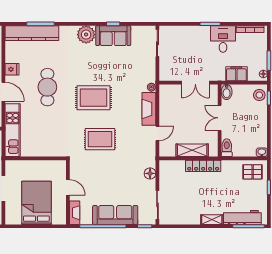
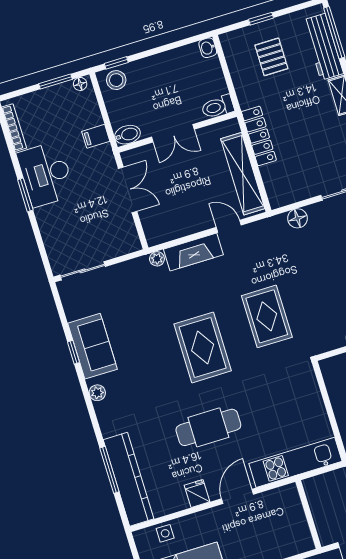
plant: (86, 35) -> (97, 393), width x0.53, depth x0.53
desk: (223, 39) -> (46, 174), width x1.37
filing cabinet: (236, 74) -> (96, 136), width x0.50
shelving: (192, 150) -> (243, 174), width x1.47
pallet: (253, 172) -> (271, 57), moved

